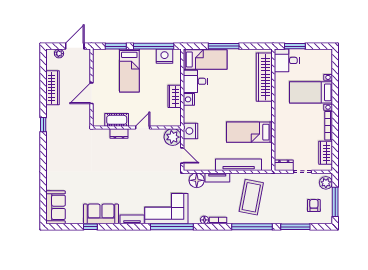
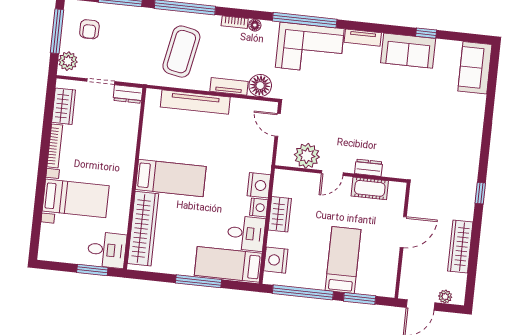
nightstand: (165, 56) -> (276, 260), moved, turned 90
nightstand: (190, 131) -> (259, 185), moved
bed: (249, 132) -> (171, 178), moved
plant: (173, 137) -> (307, 156), moved

